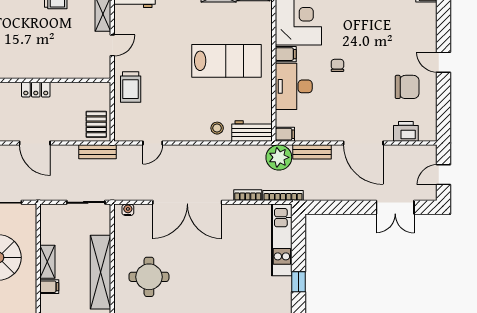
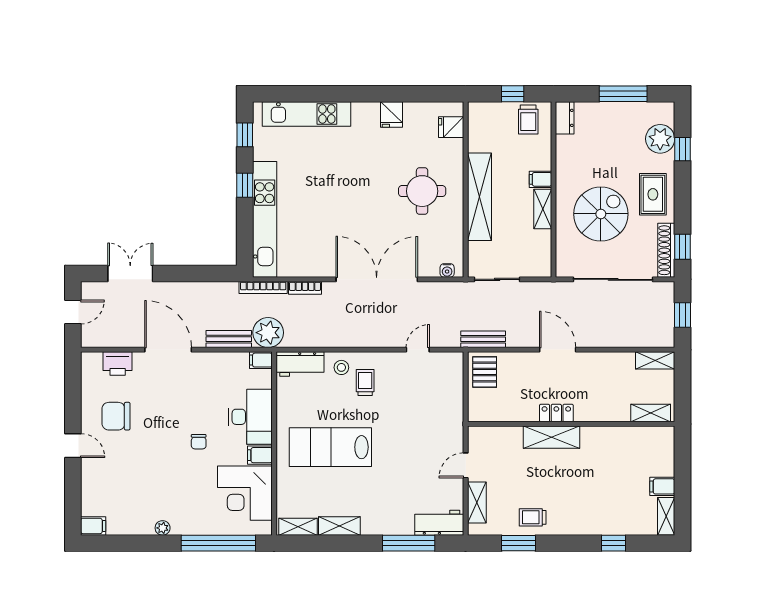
shelving: (40, 69) -> (551, 437), added
trolley: (131, 87) -> (365, 382), moved, width x0.73, depth x0.72
kitchen unit: (282, 240) -> (265, 219), width x1.36

